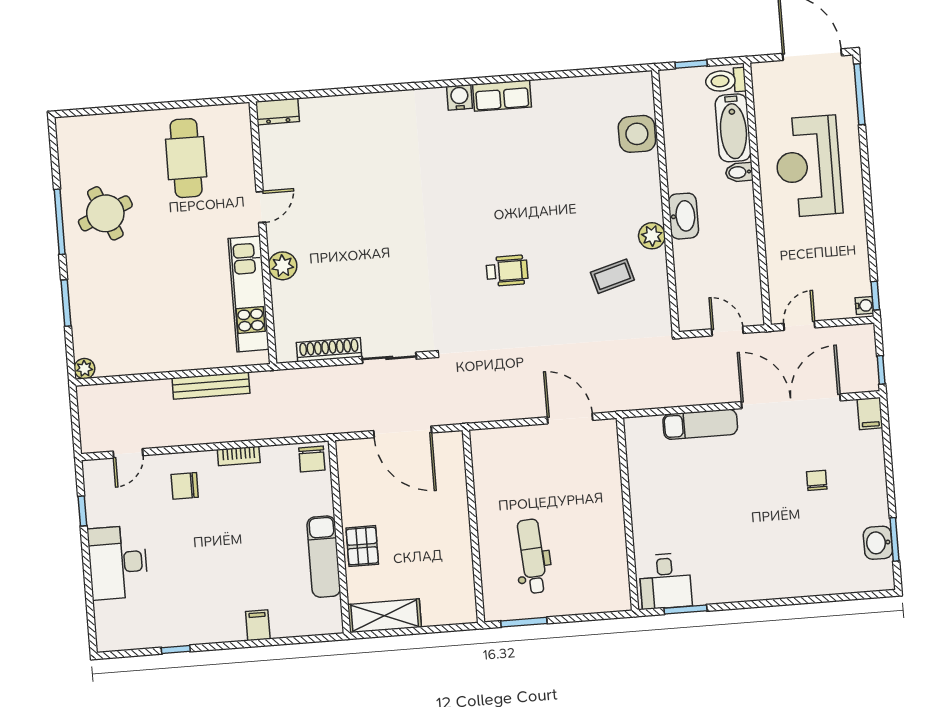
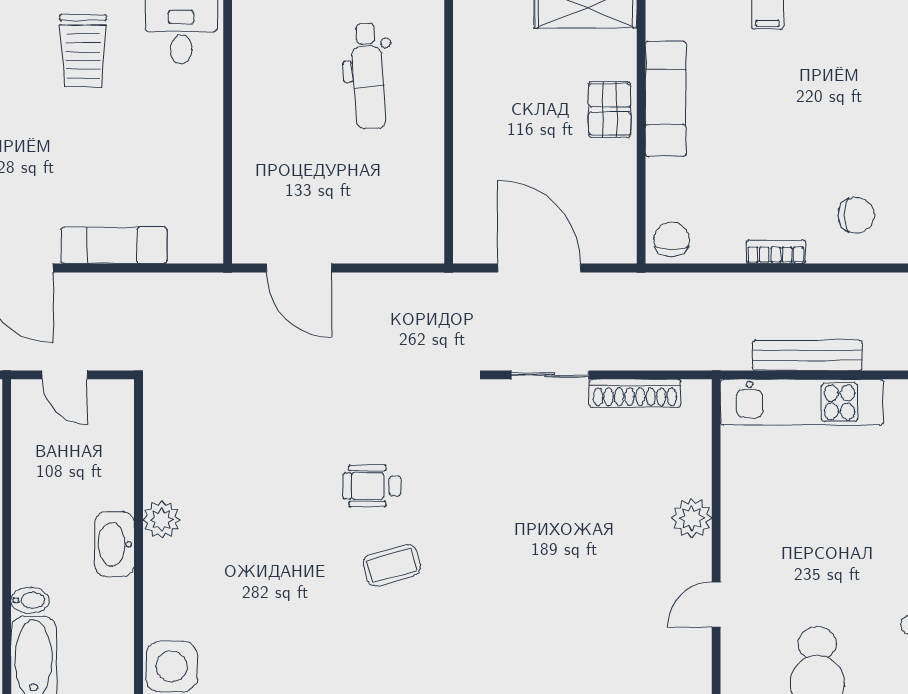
coffee table: (612, 276) -> (392, 565), moved
kitchen unit: (249, 294) -> (802, 402), moved, turned 90
trolley: (732, 558) -> (83, 51), added

